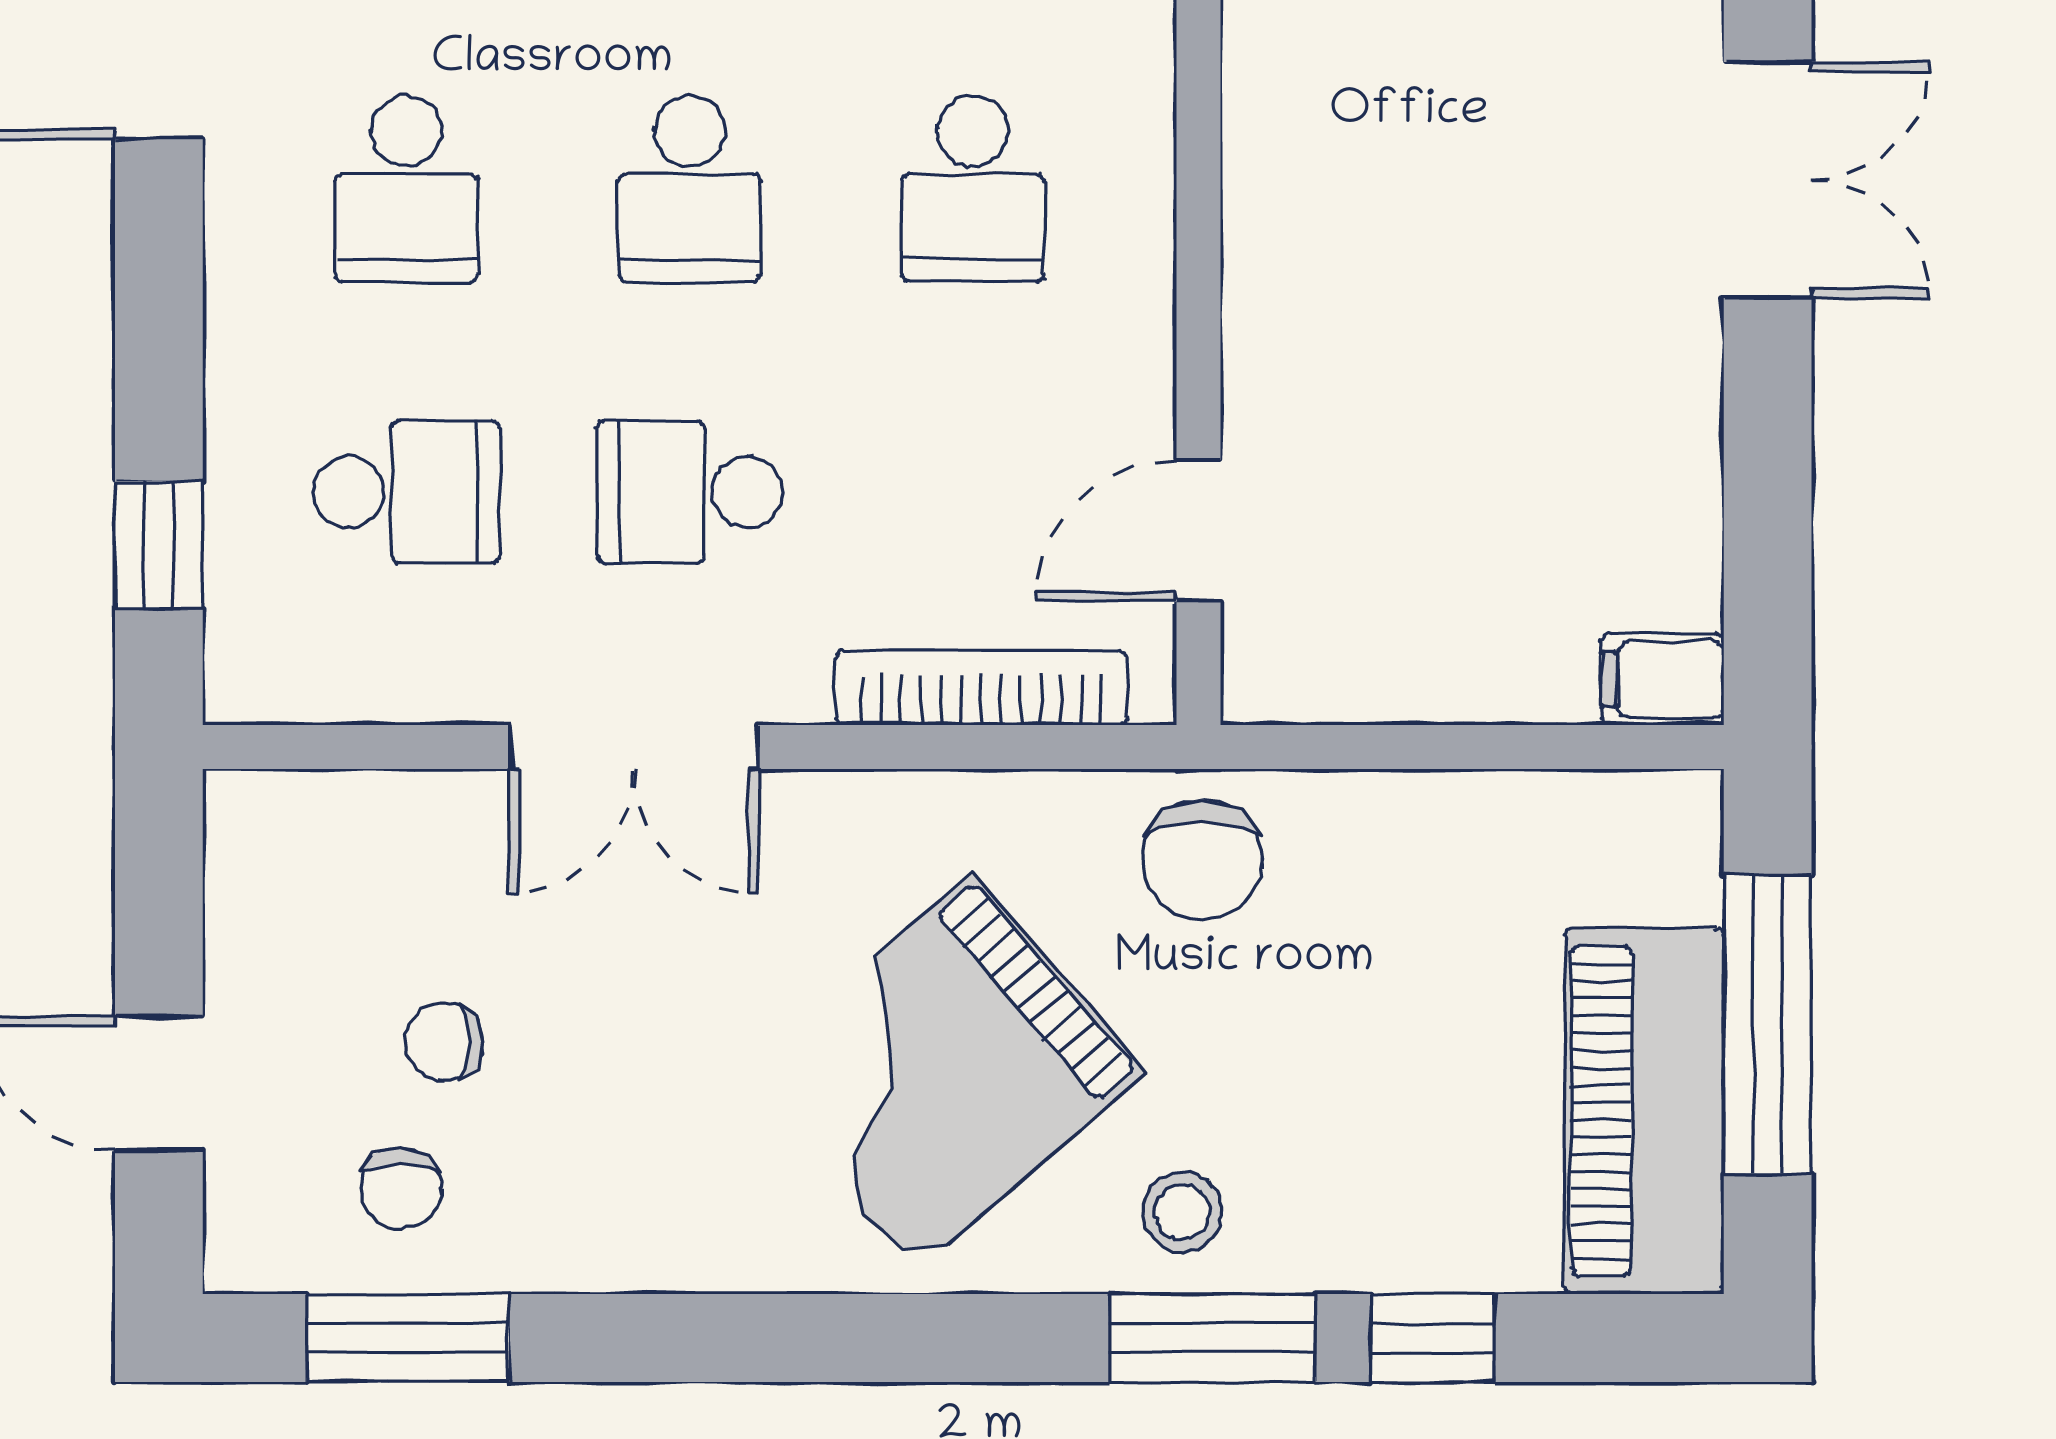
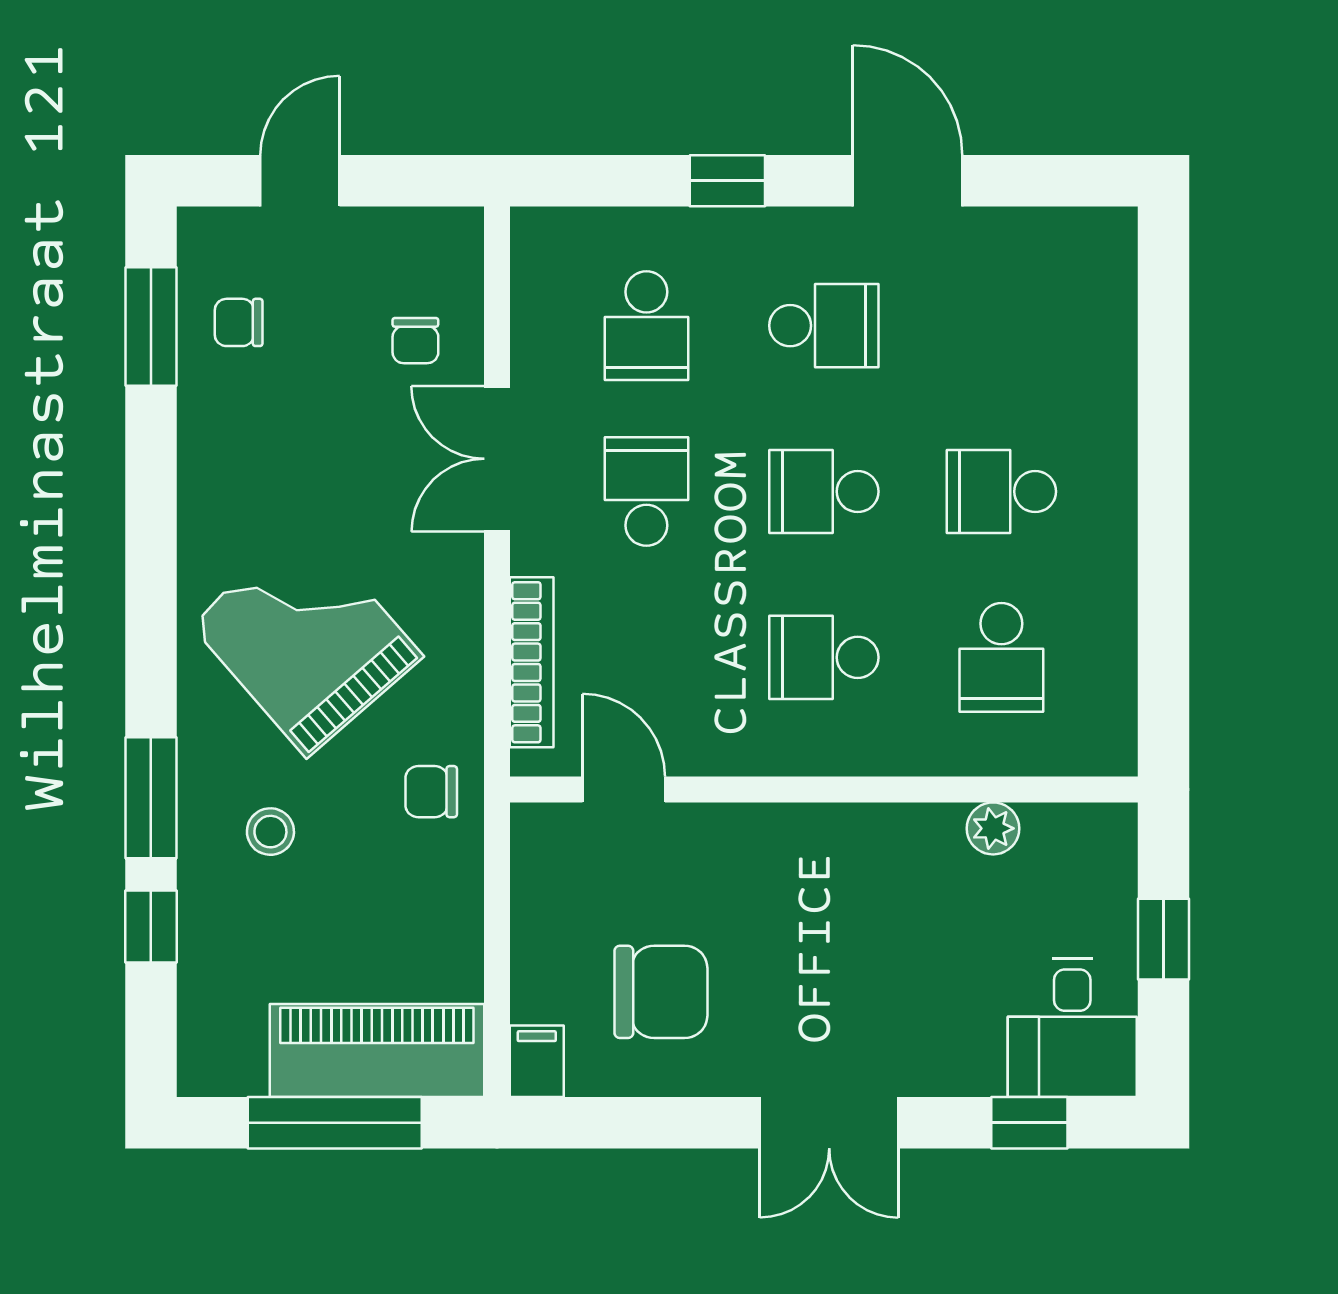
school desk: (406, 189) -> (824, 326), turned 180
chair: (1544, 467) -> (661, 992), added
window: (159, 545) -> (727, 181), moved
chair: (1202, 859) -> (431, 792), width x0.73, depth x0.73
chair: (444, 1042) -> (415, 341), moved, turned 180
piano: (1644, 1111) -> (377, 1051), moved
stool: (1182, 1212) -> (270, 832), moved

